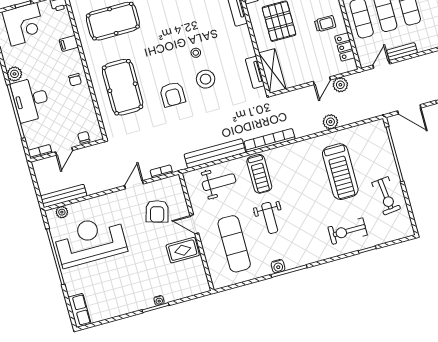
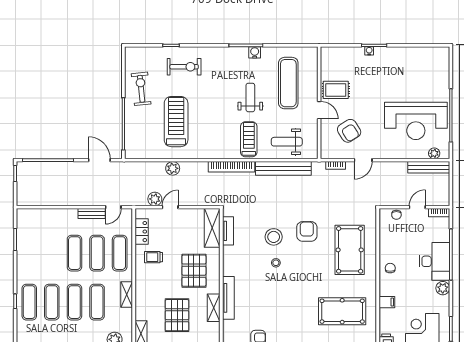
armchair: (157, 211) -> (349, 131), turned 132
row of seats: (79, 310) -> (442, 61), removed

